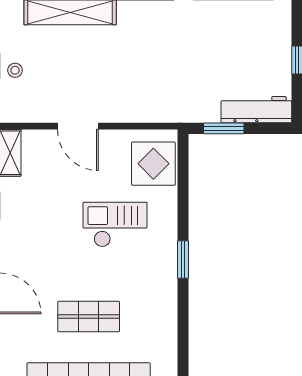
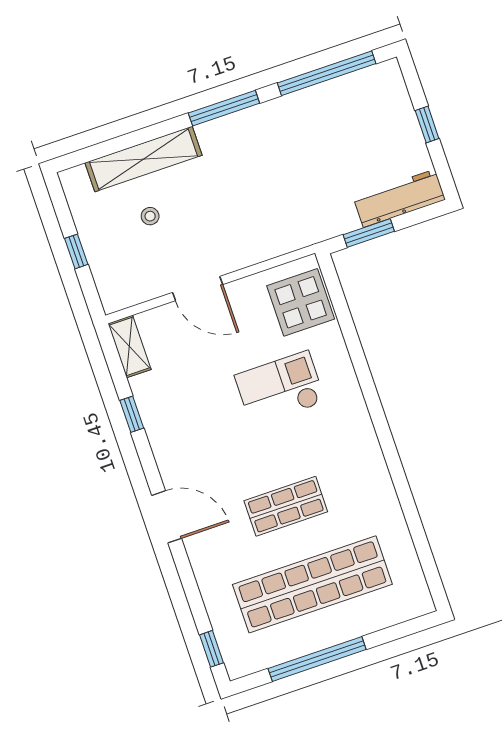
stool: (15, 70) -> (150, 216), moved
window: (183, 260) -> (373, 402), removed

